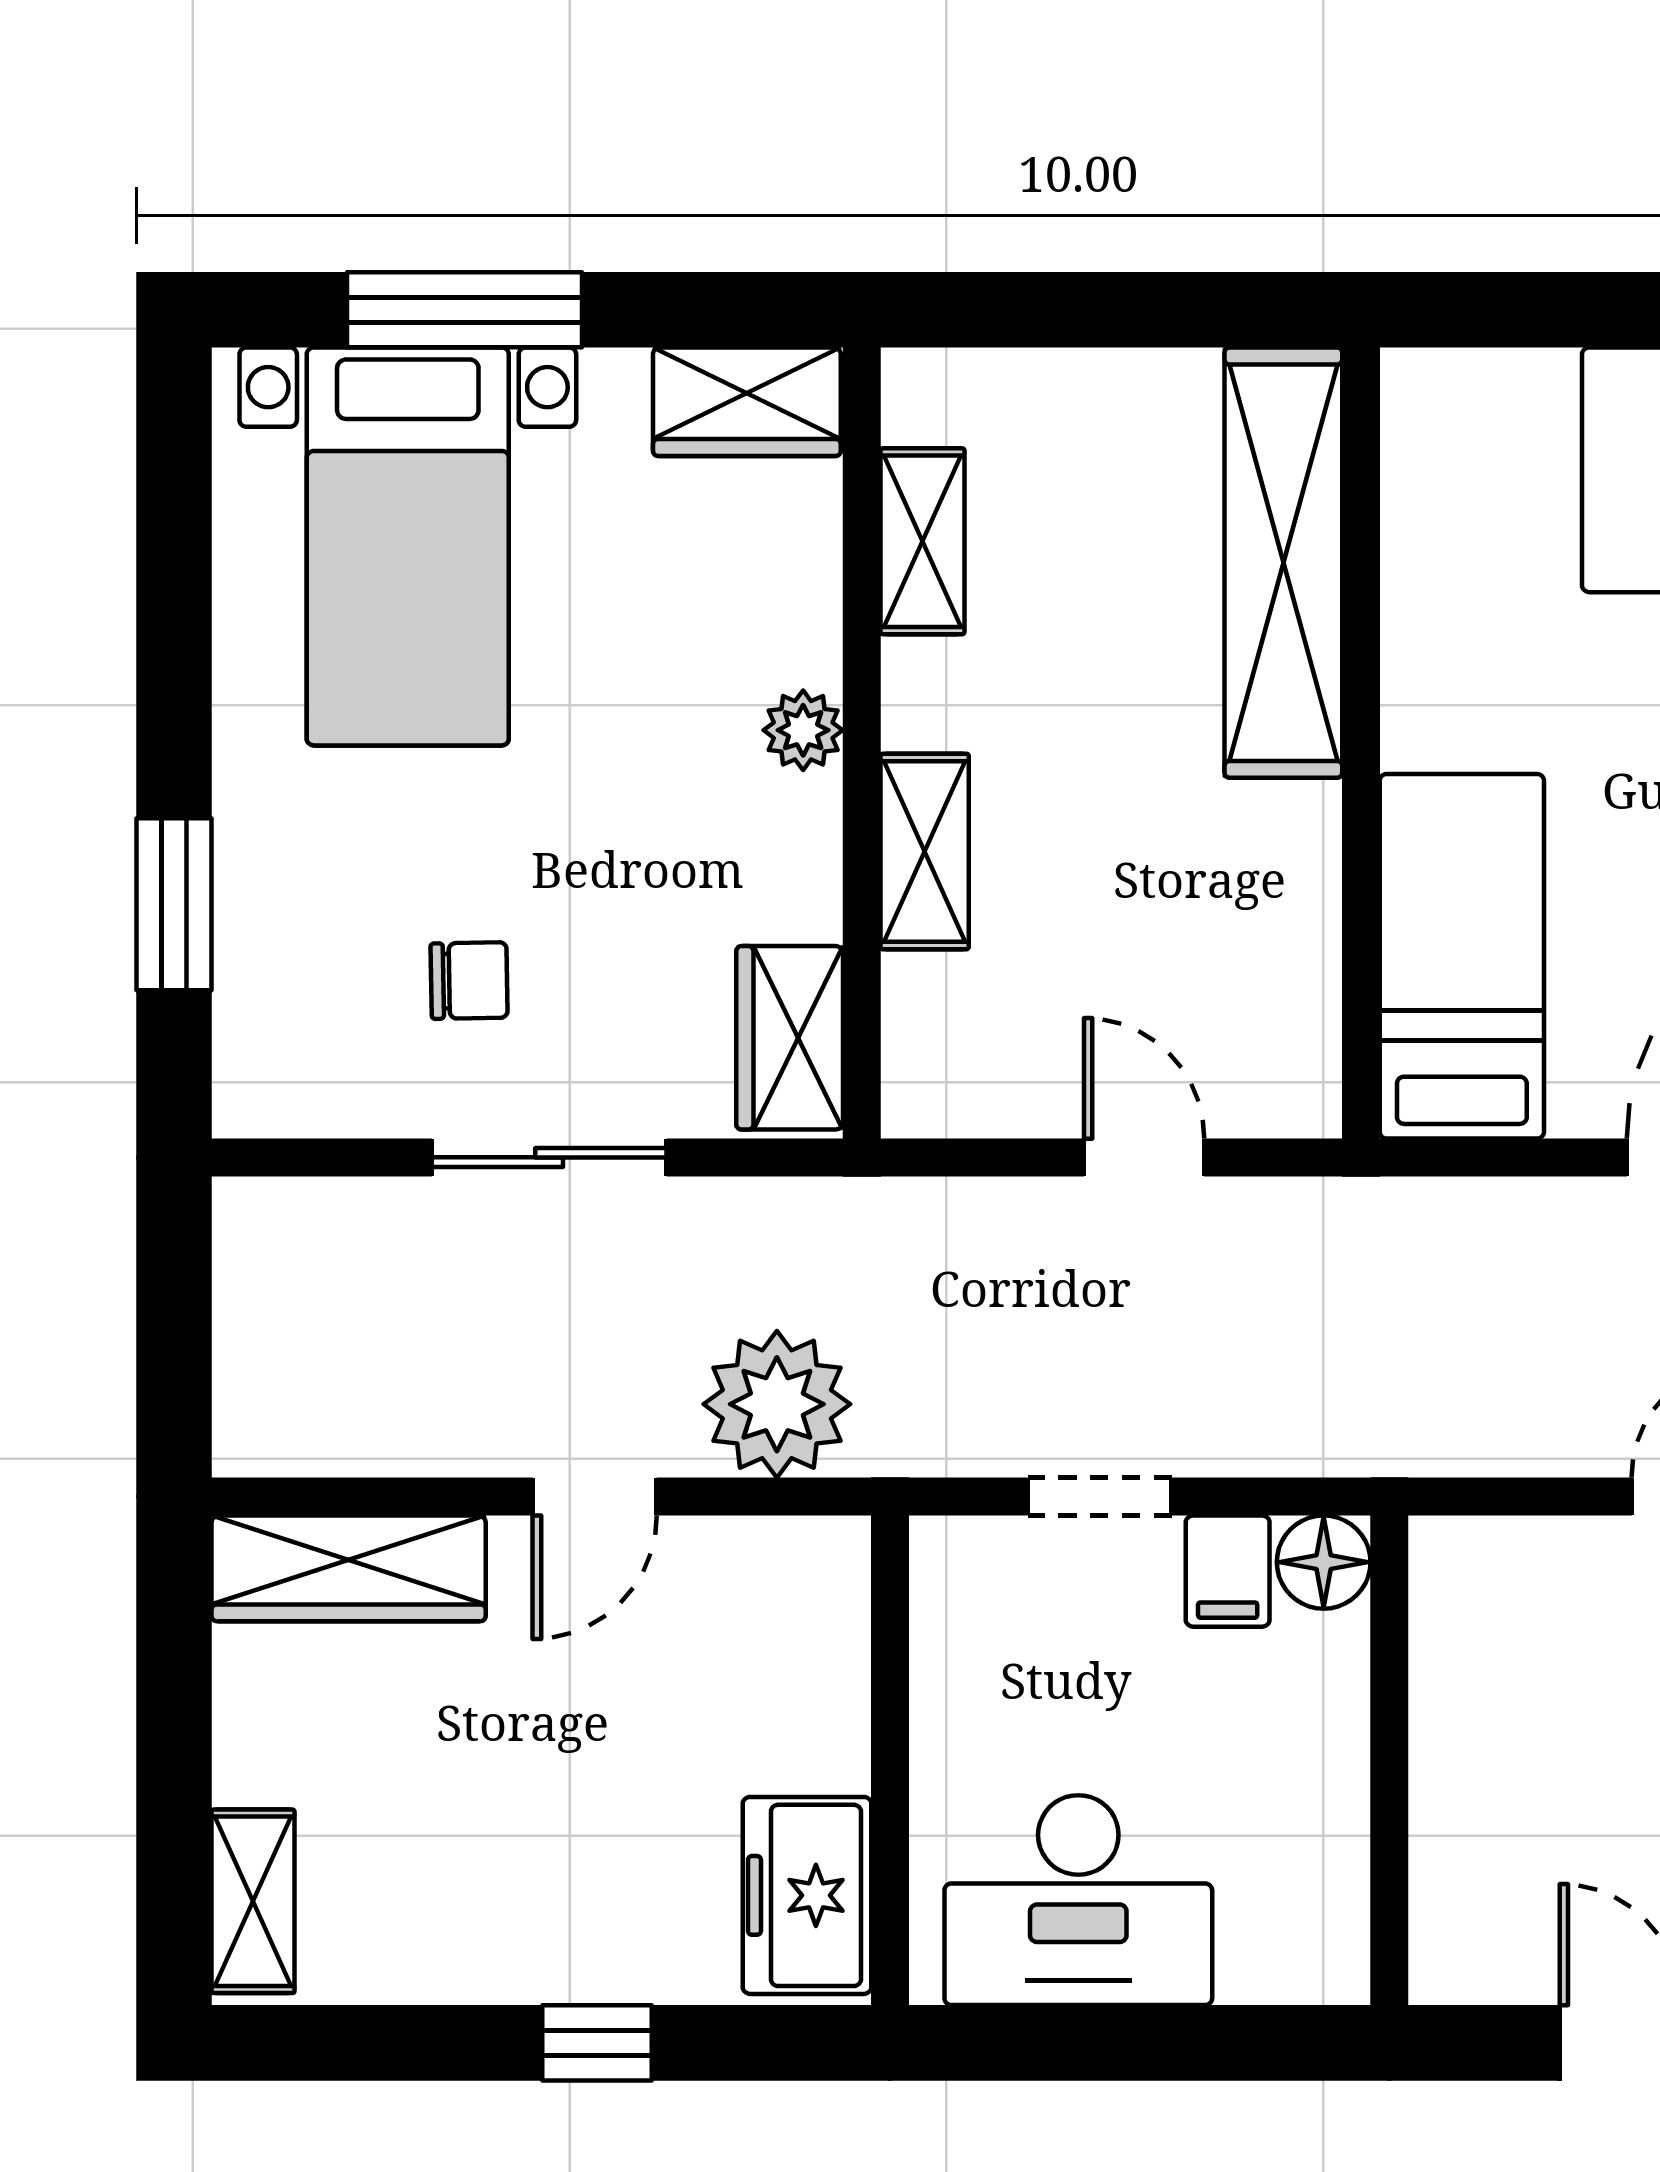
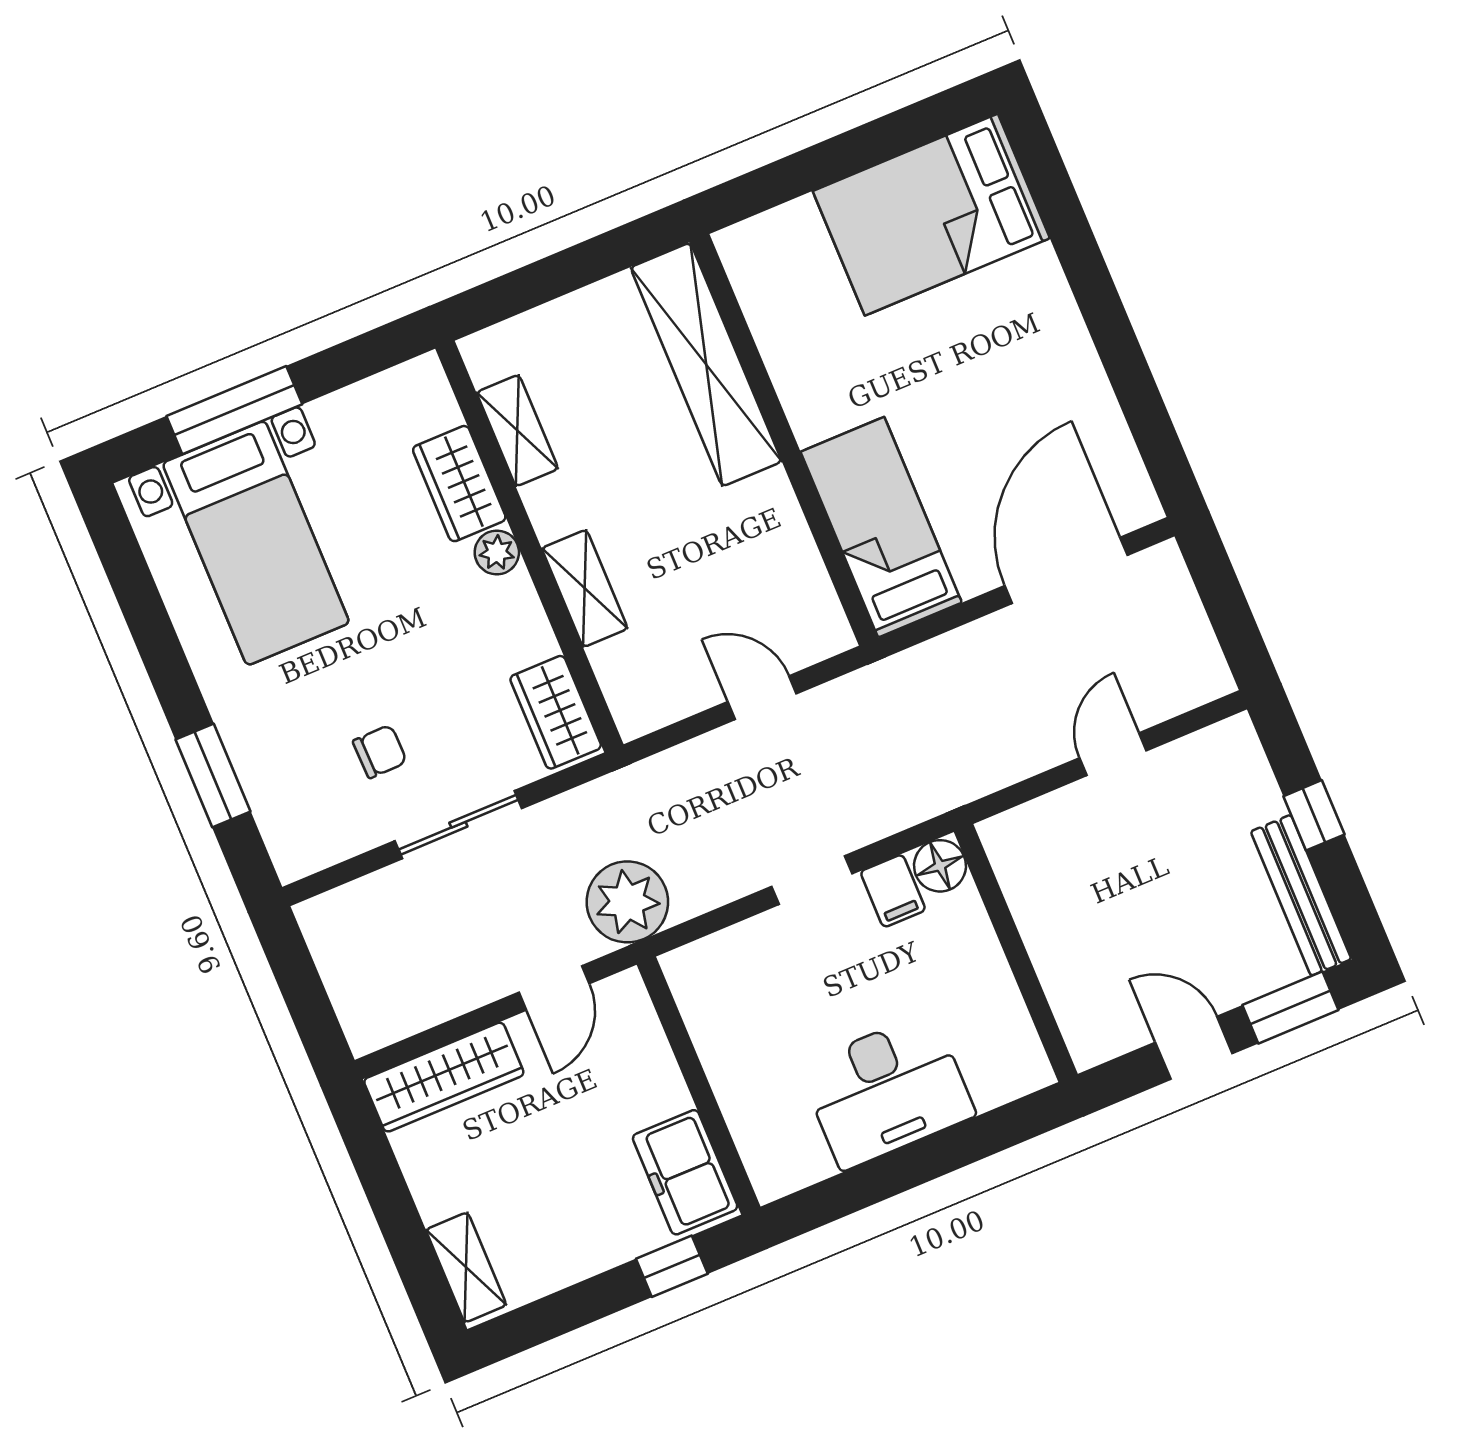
wardrobe: (747, 402) -> (459, 484), moved, turned 90
wall: (890, 1760) -> (699, 1086), moved
freezer: (807, 1895) -> (685, 1172), moved

